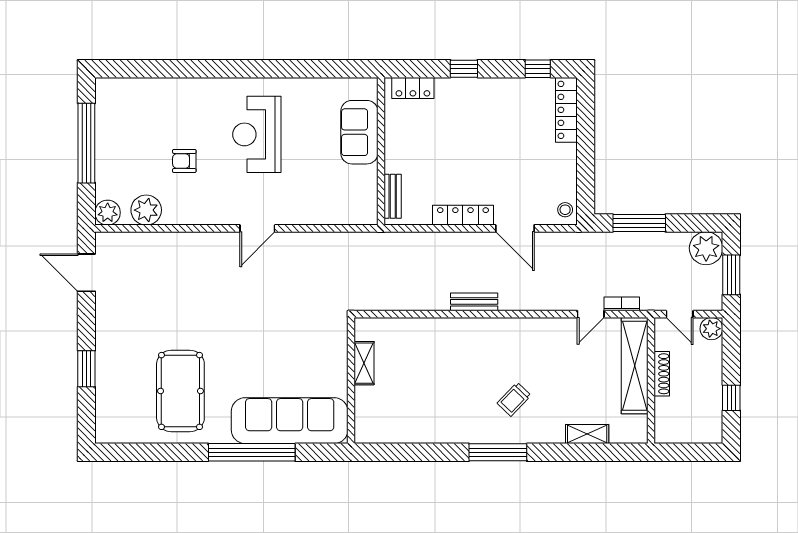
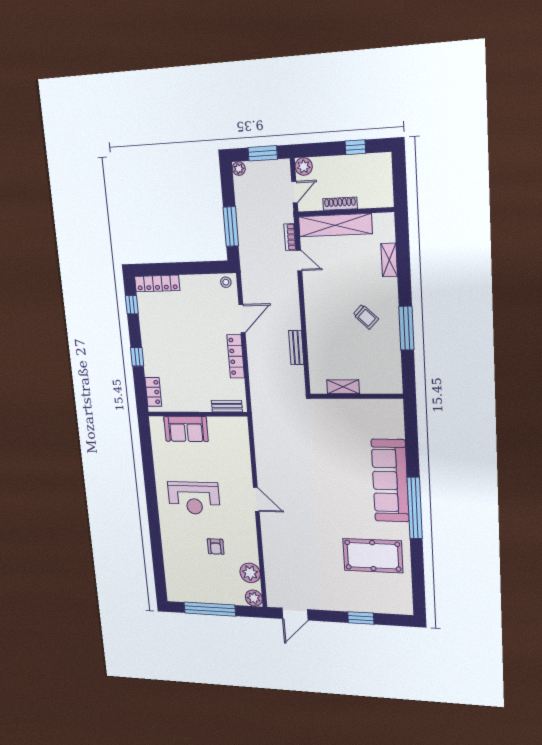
plant: (706, 248) -> (239, 169), width x0.53, depth x0.53
shelving: (364, 363) -> (343, 387), moved
wall: (351, 381) -> (356, 396), moved

